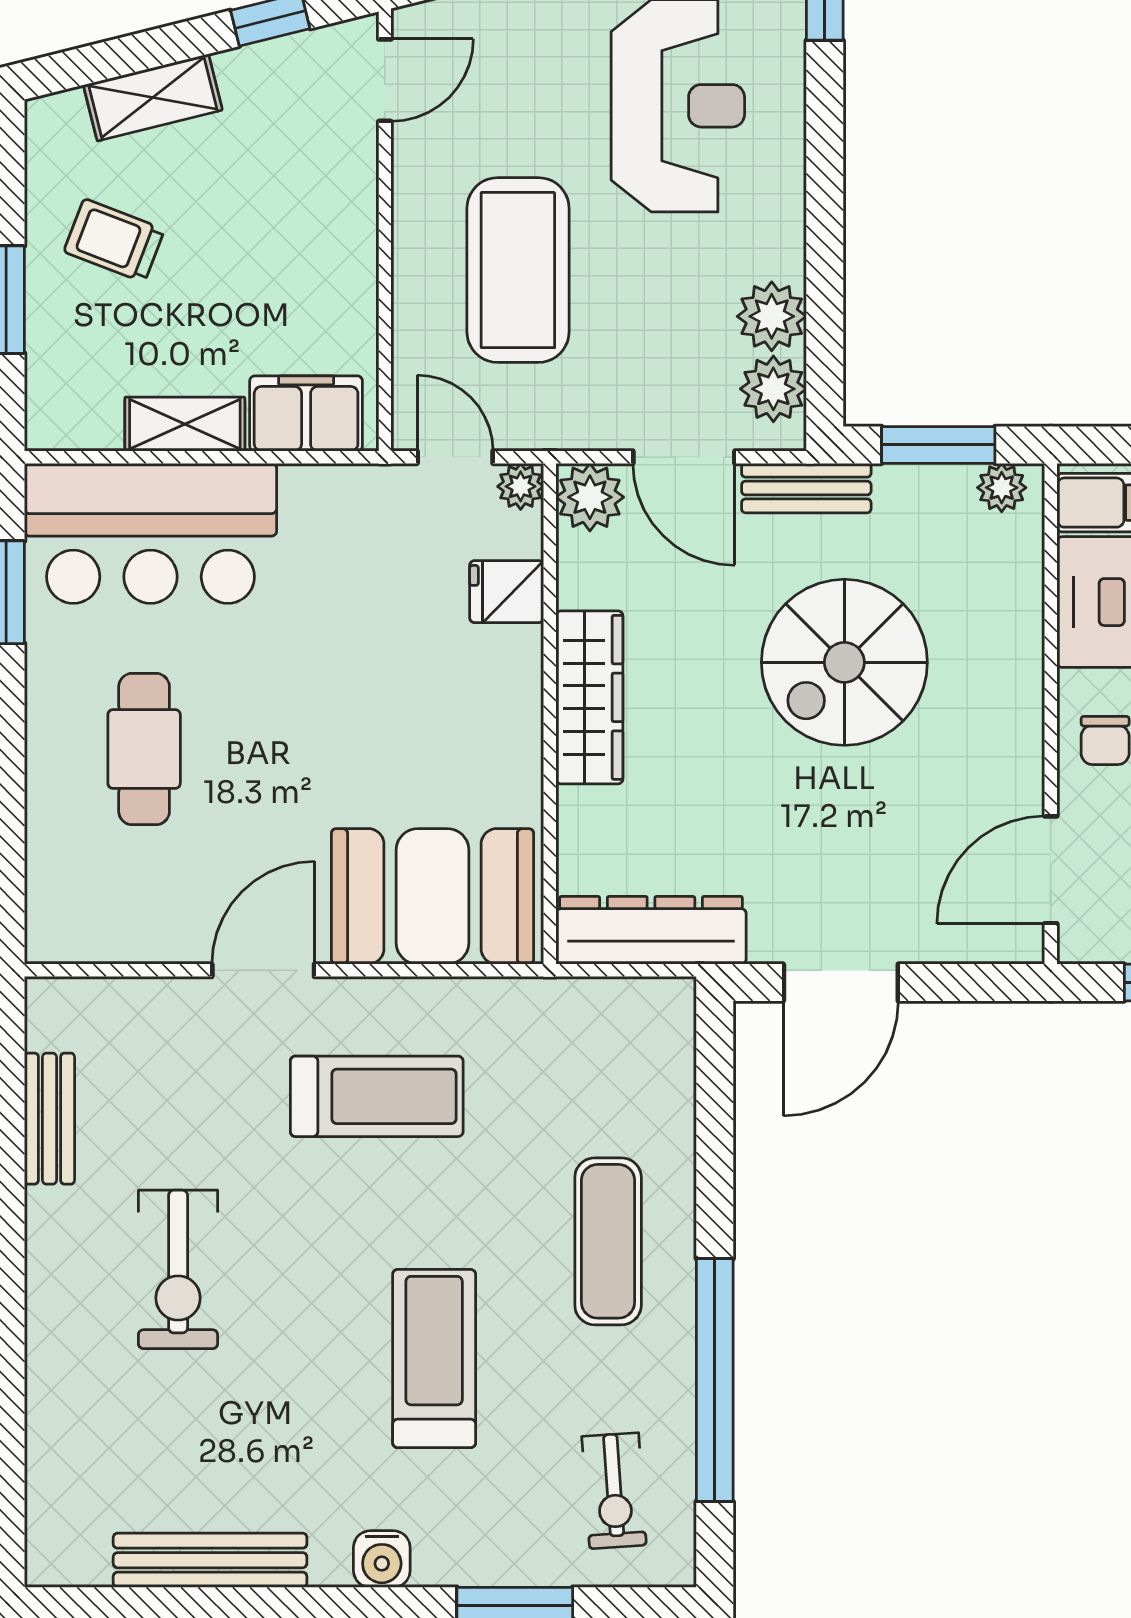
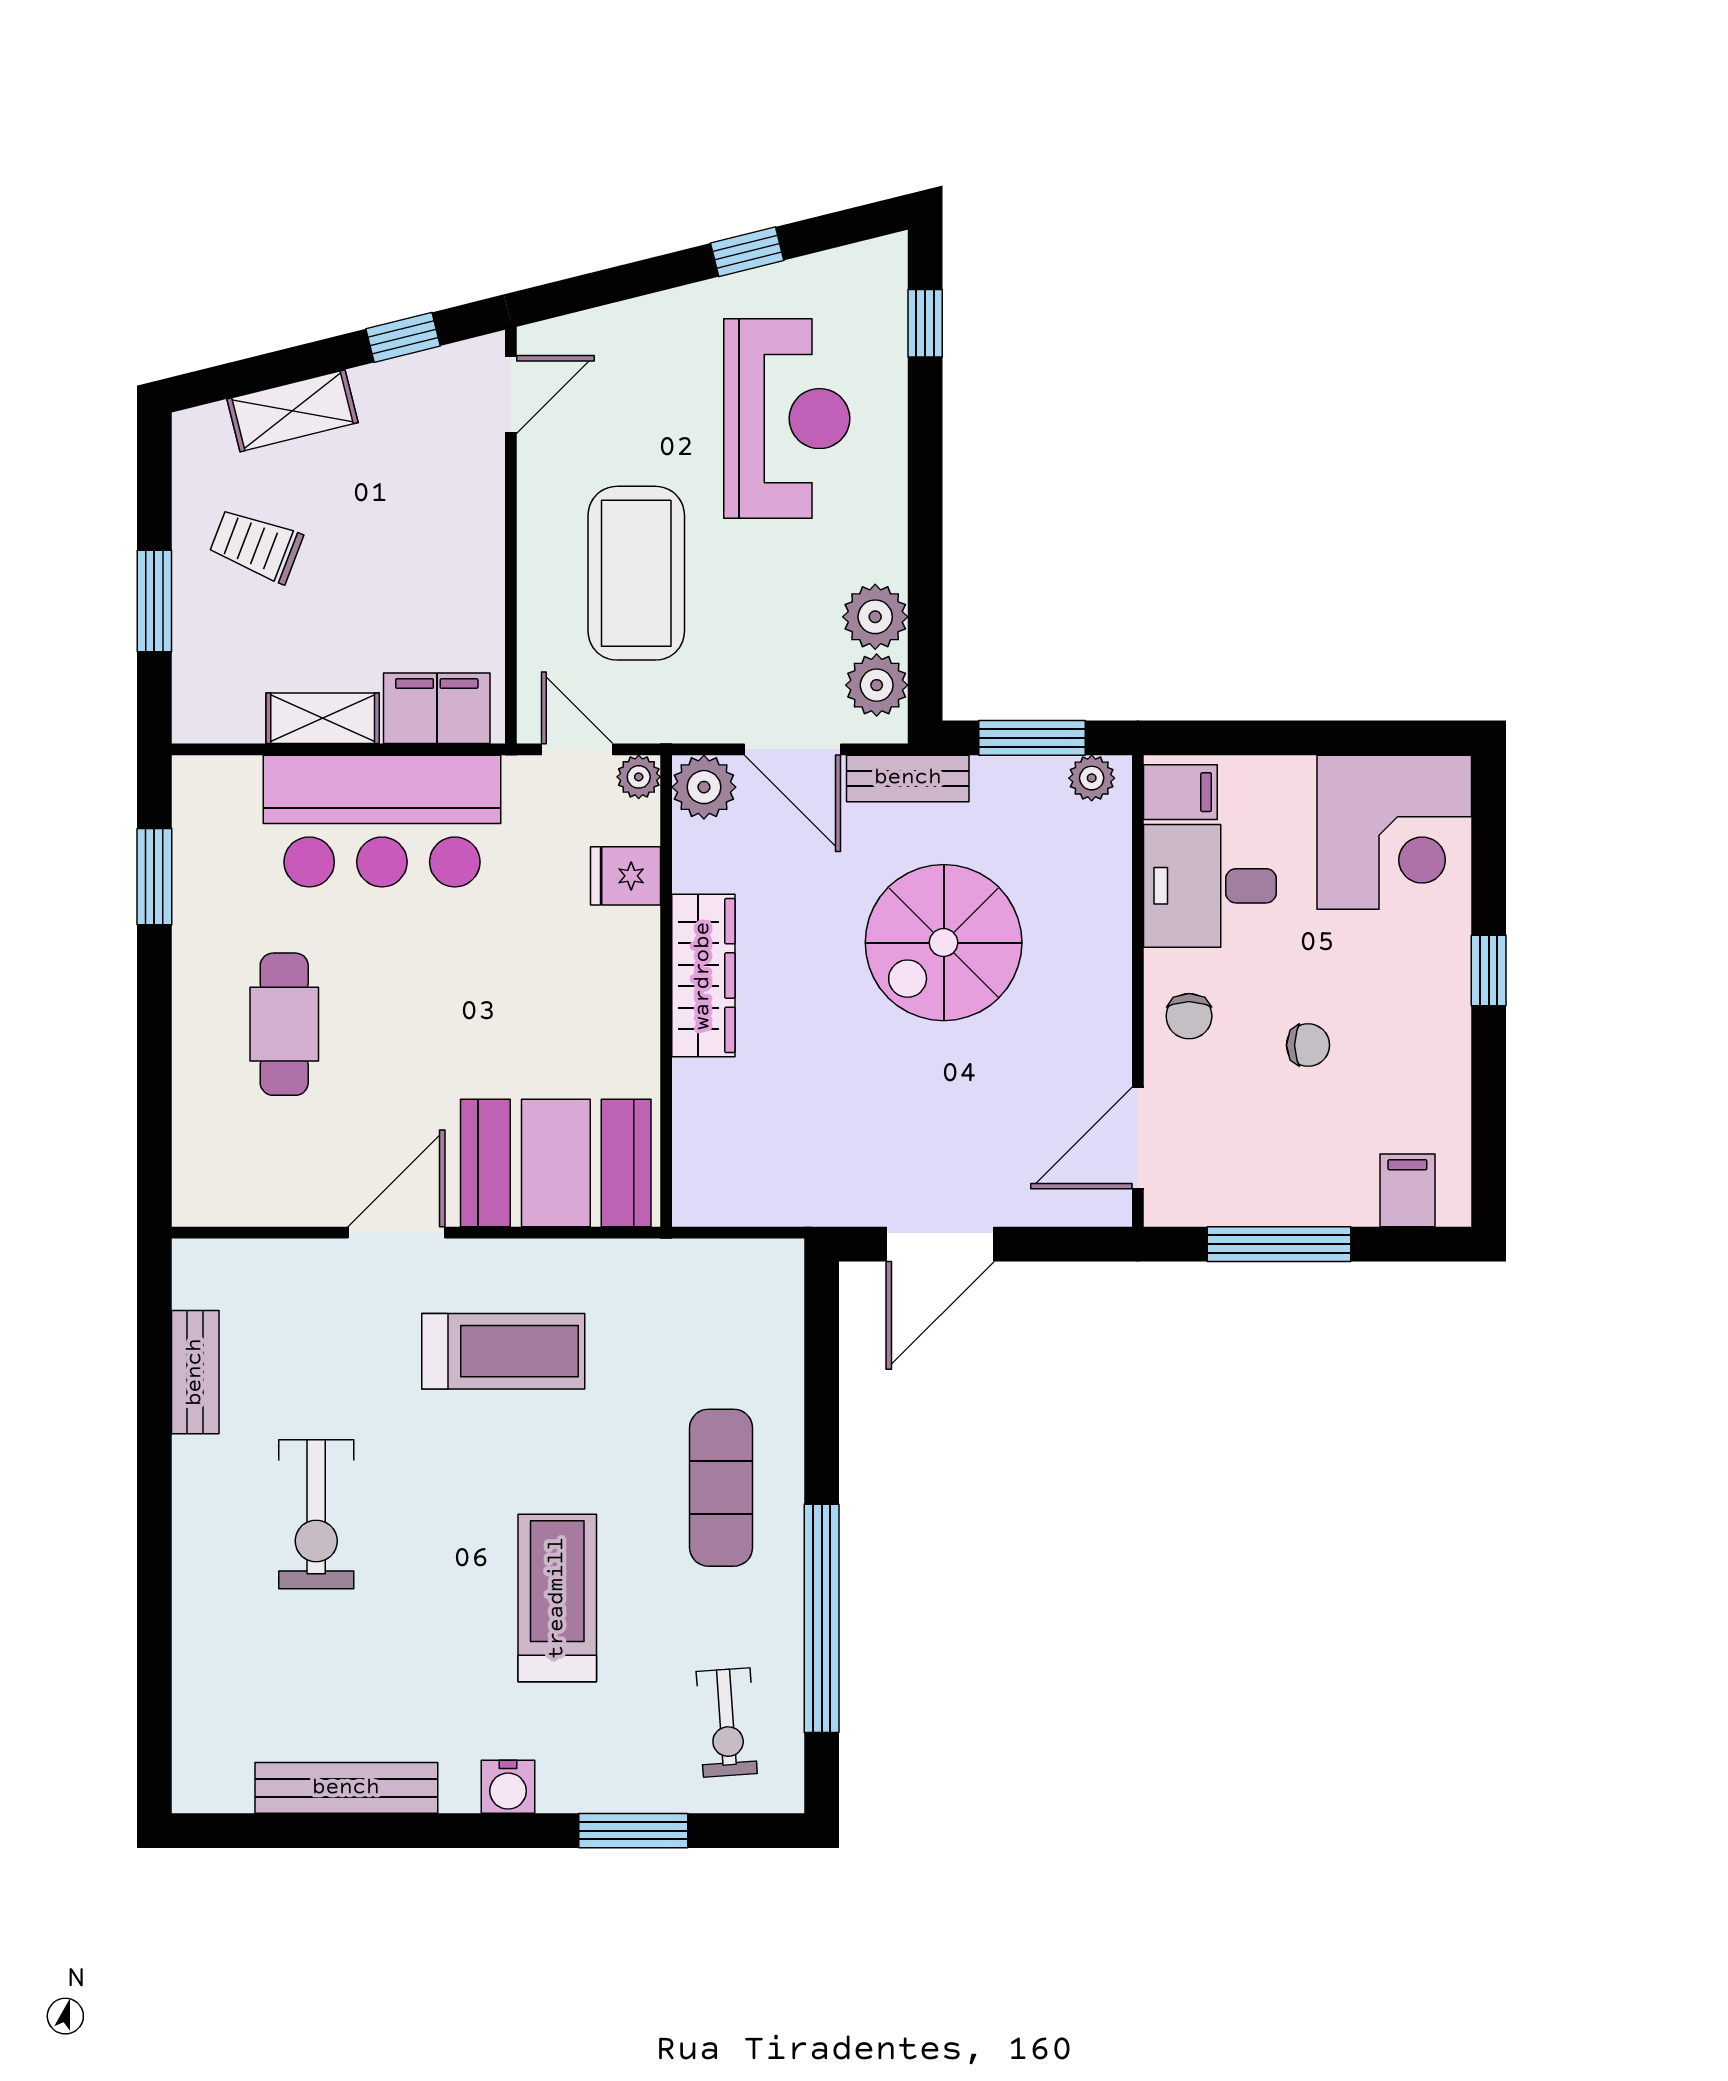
bar counter: (151, 533) -> (382, 821), moved
dresser: (651, 930) -> (762, 1195), removed

